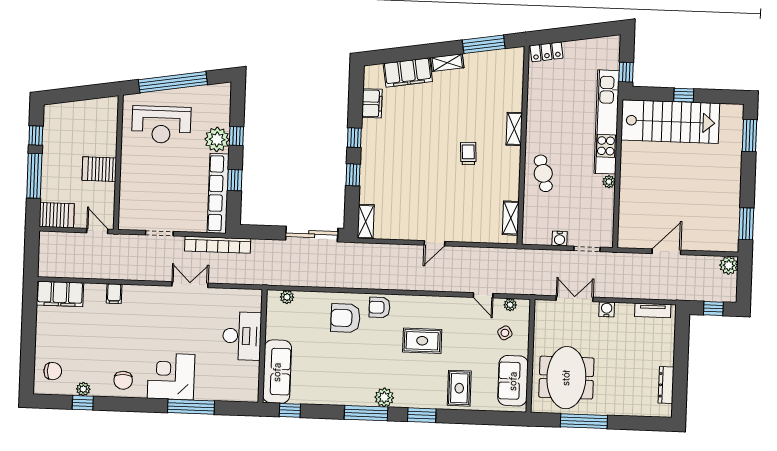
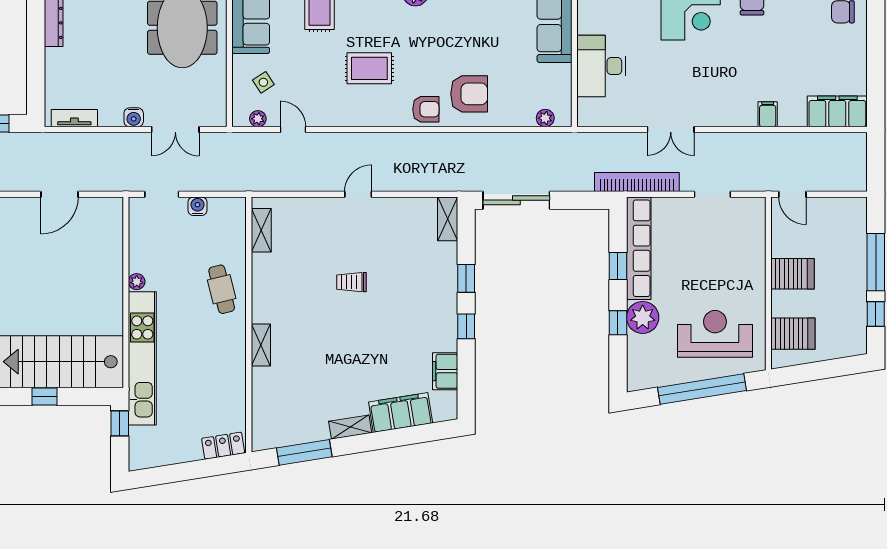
trolley: (468, 153) -> (351, 282), moved, turned 93
server rack: (57, 215) -> (793, 334), moved, turned 180

